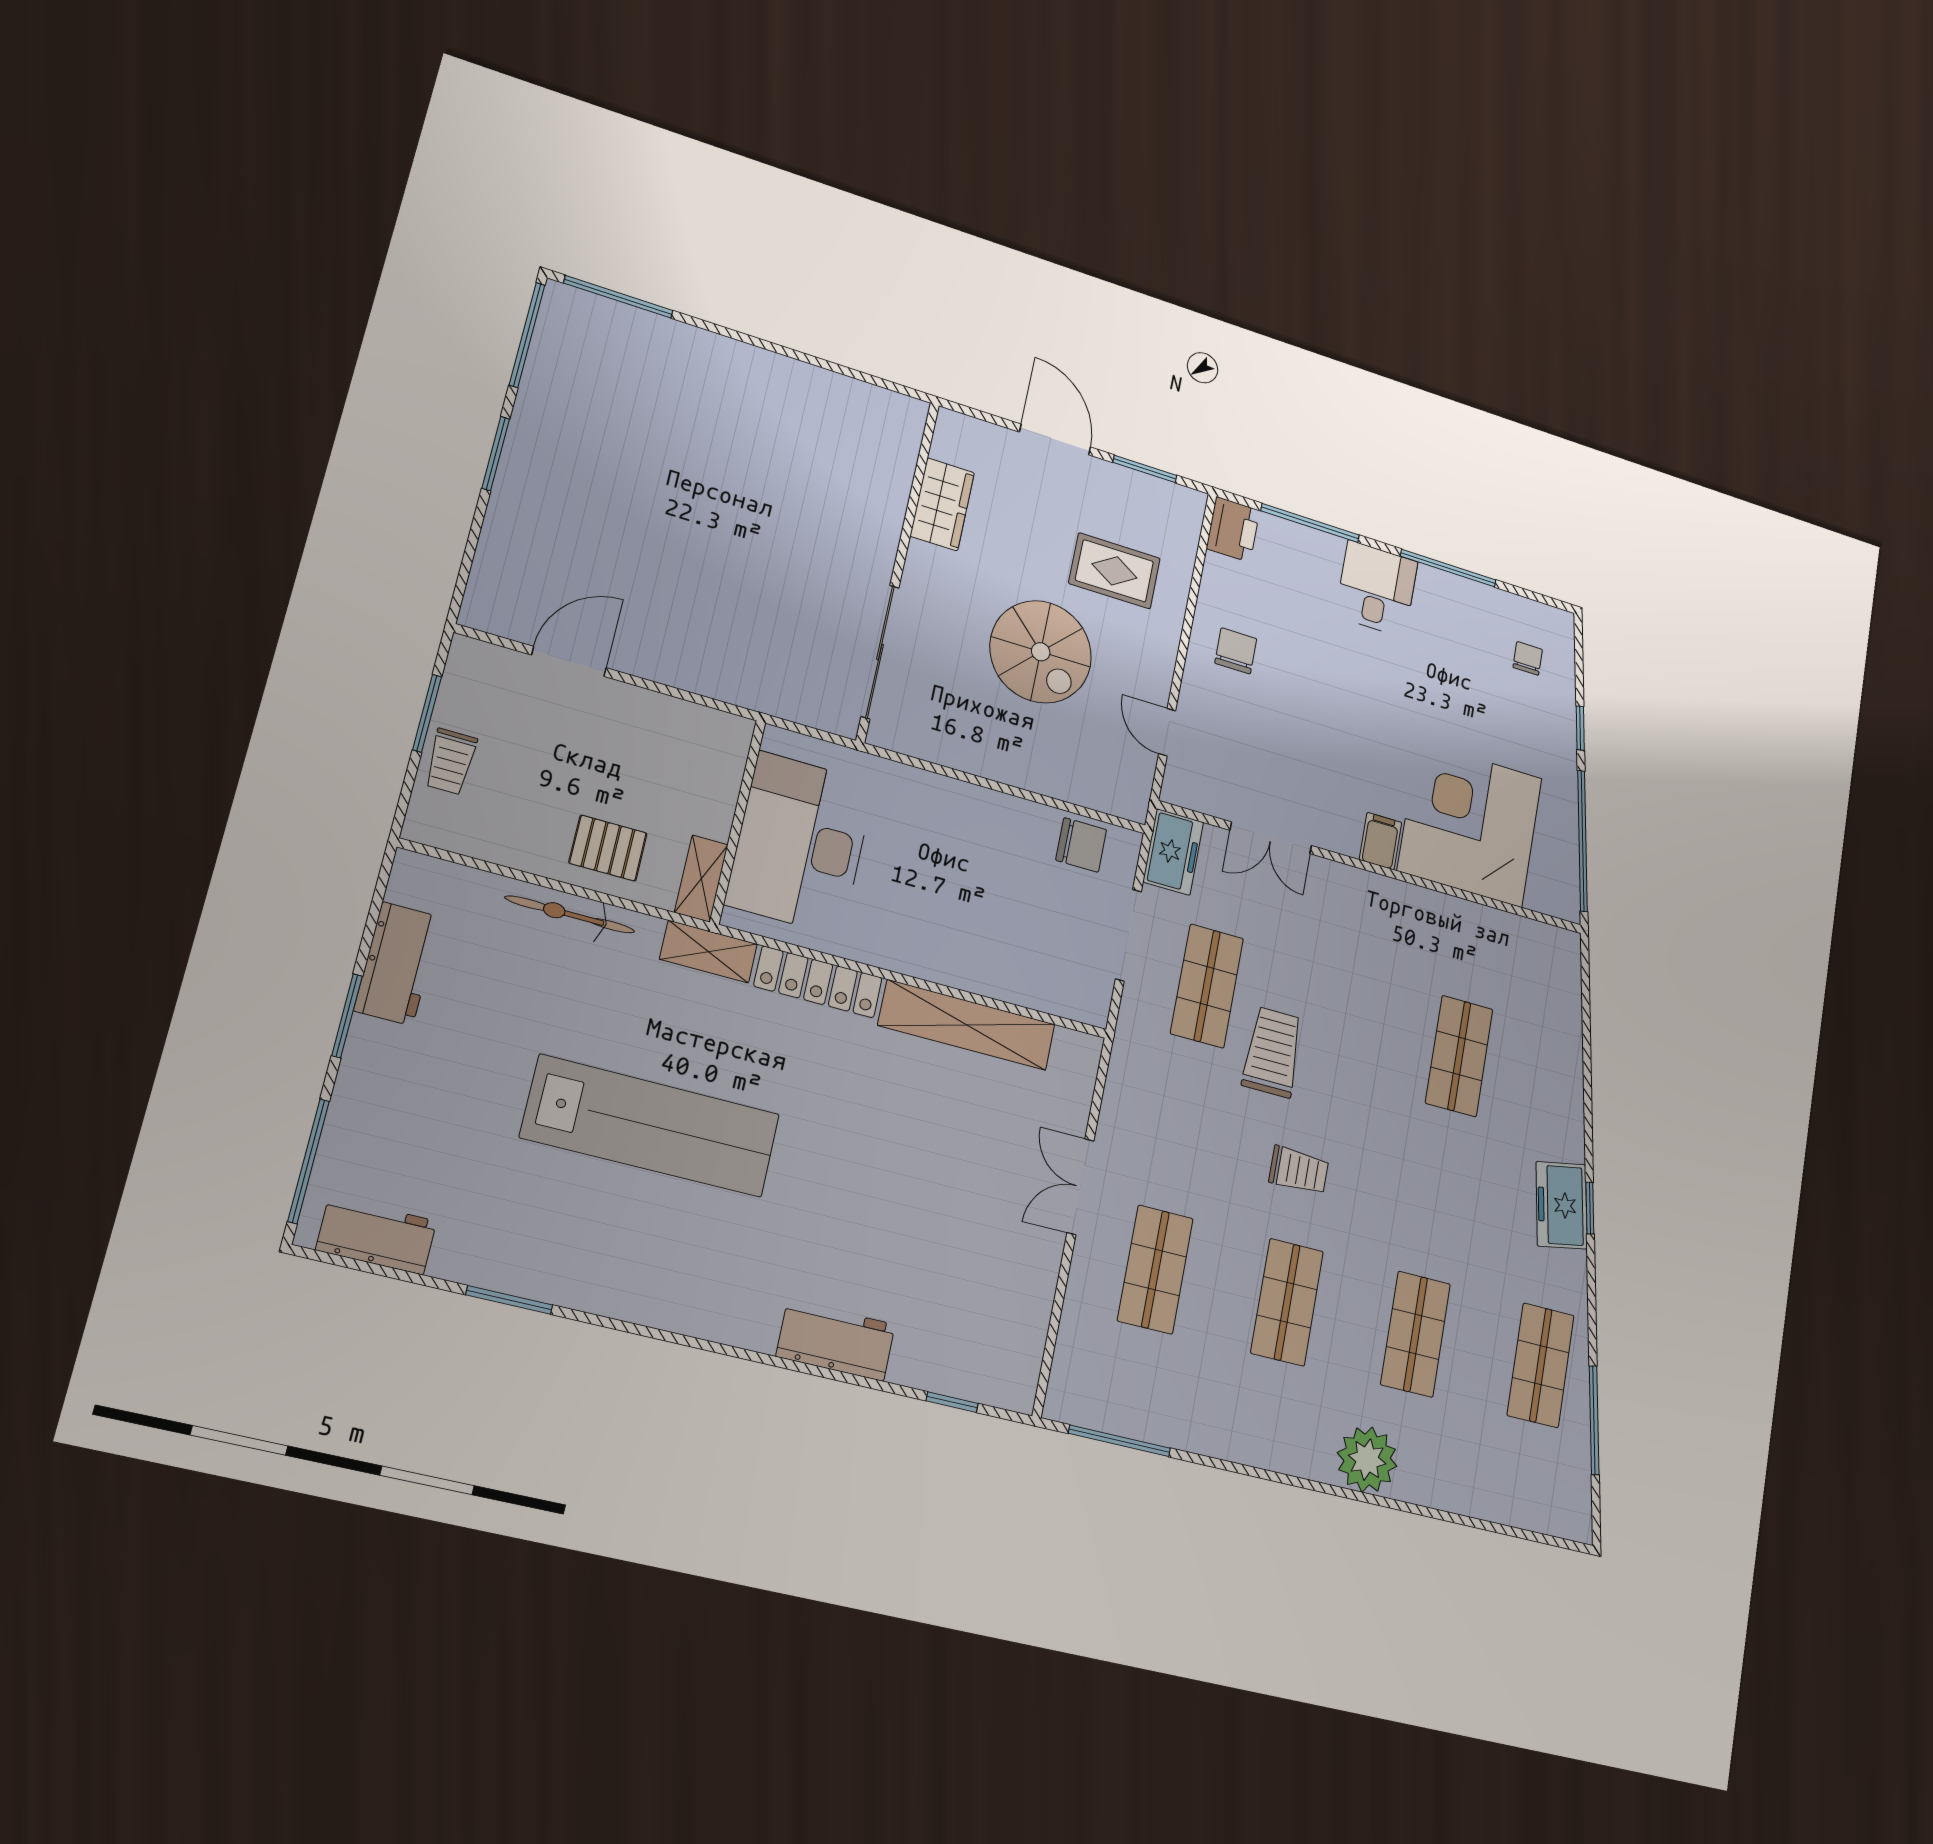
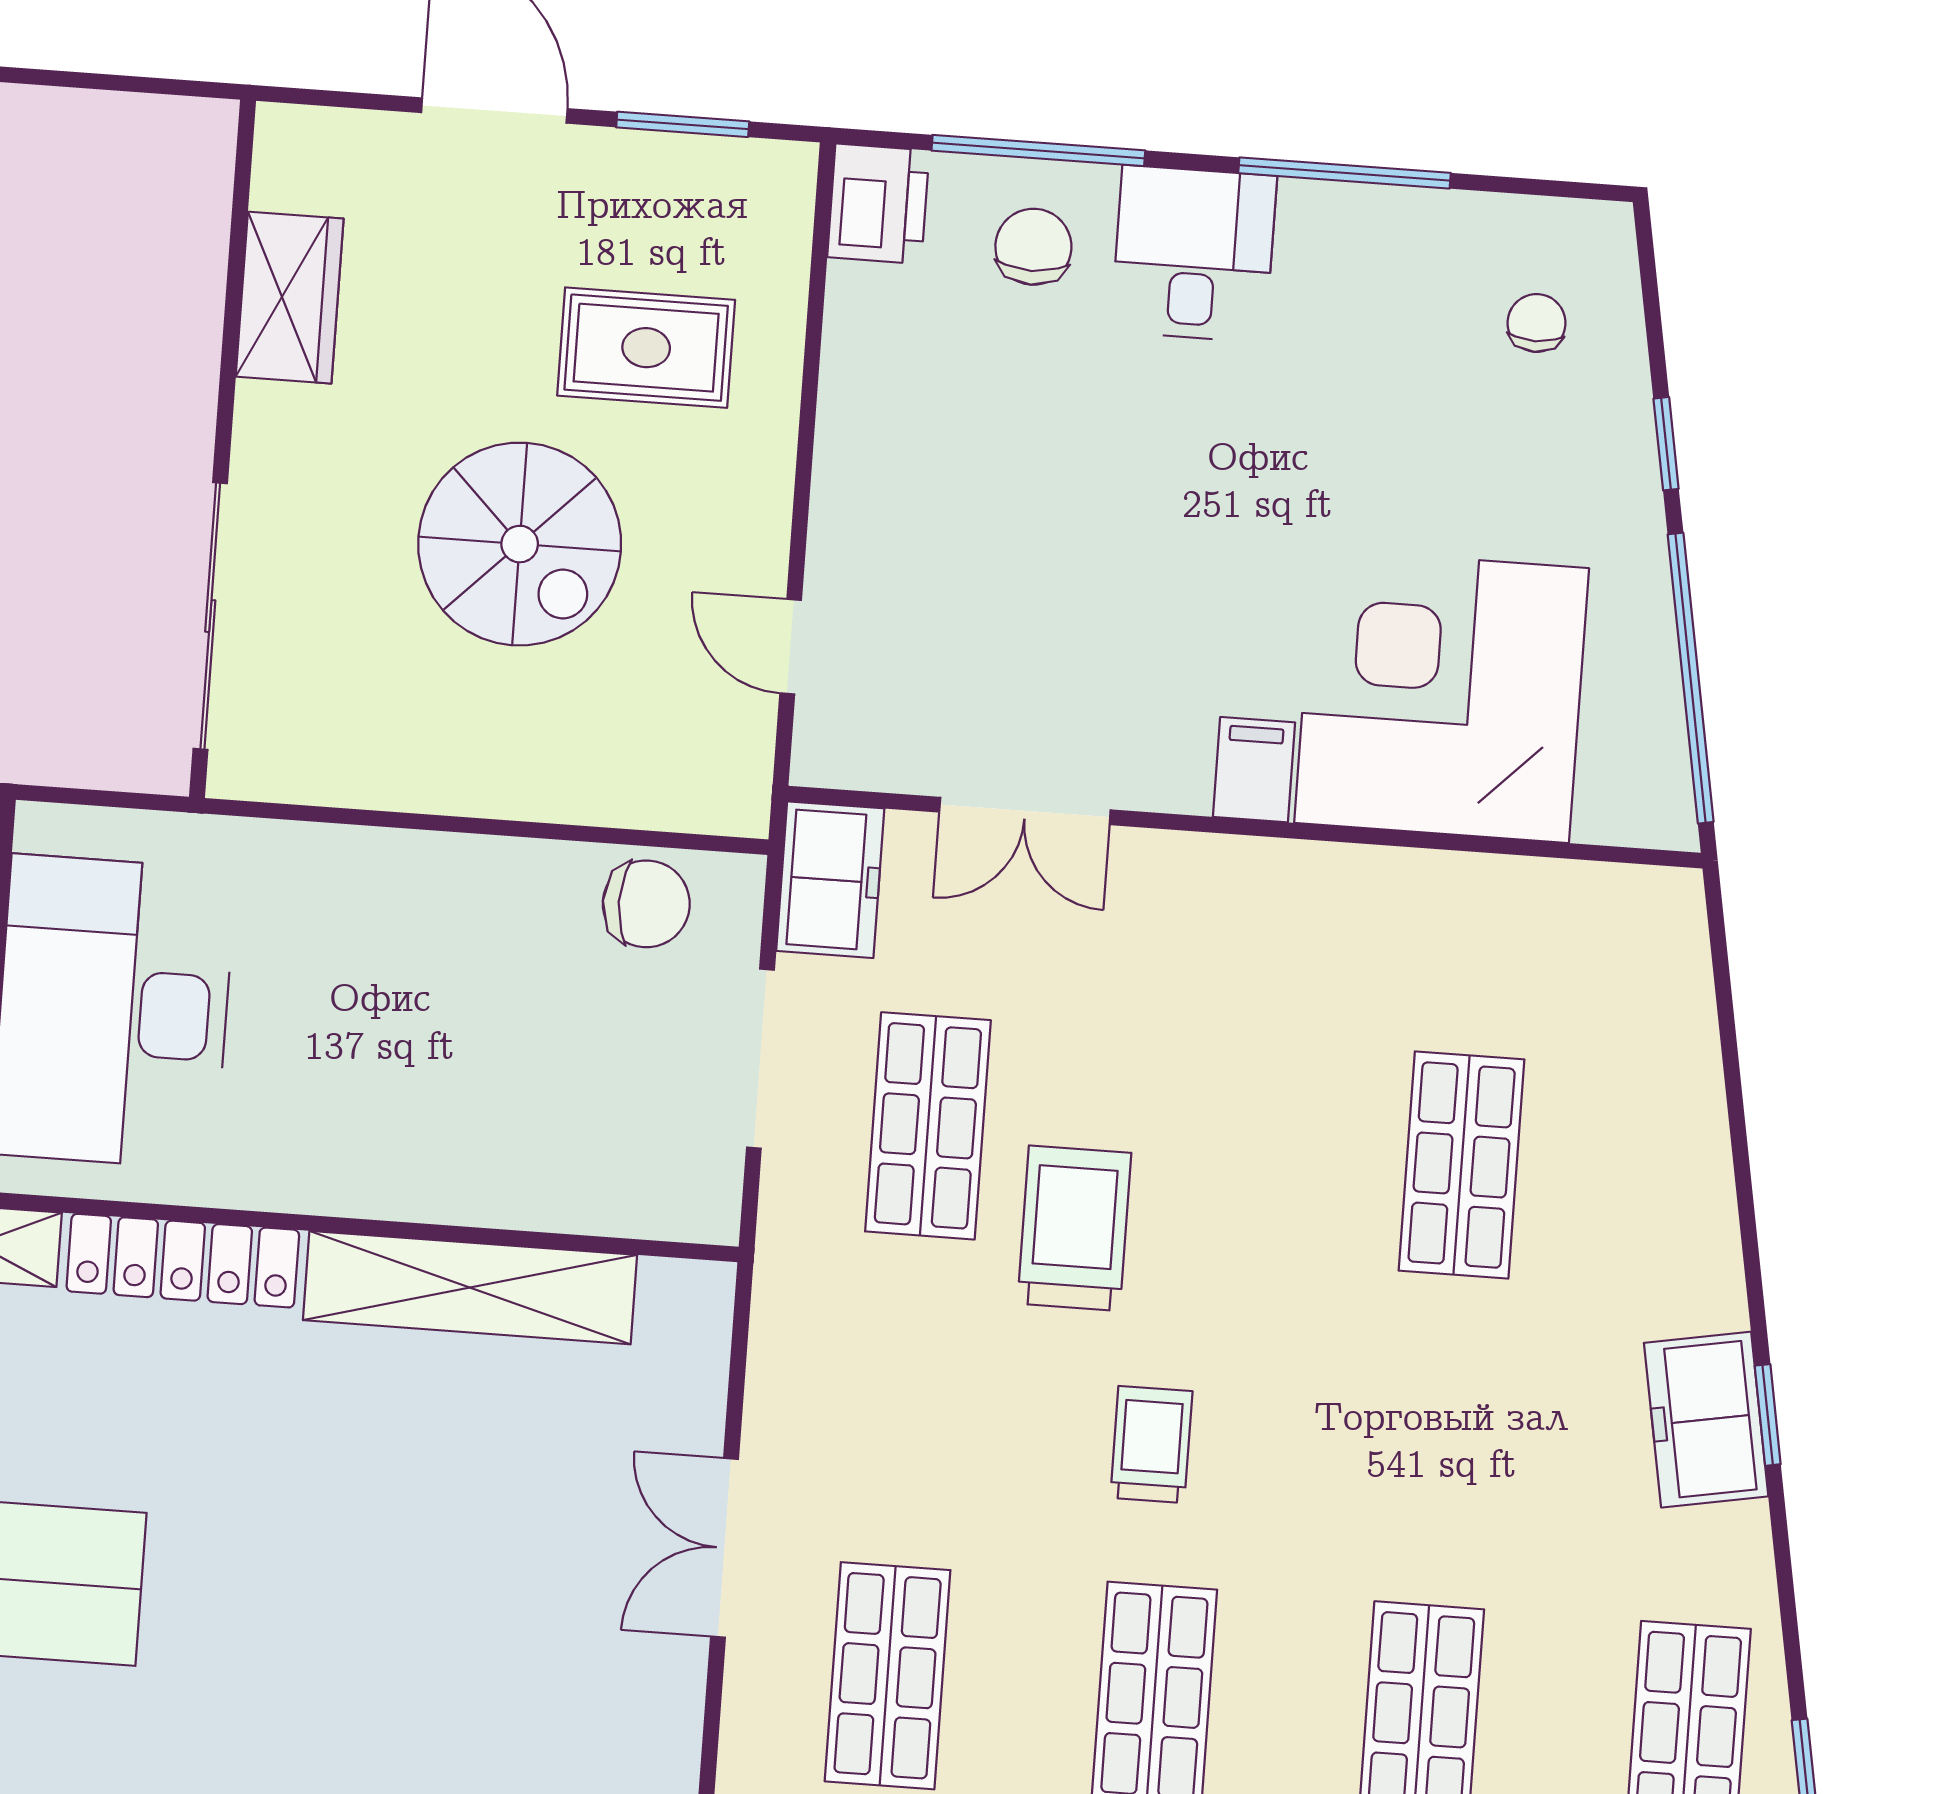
chair: (1236, 651) -> (1033, 247), moved
trolley: (1299, 1170) -> (1151, 1444), turned -90

